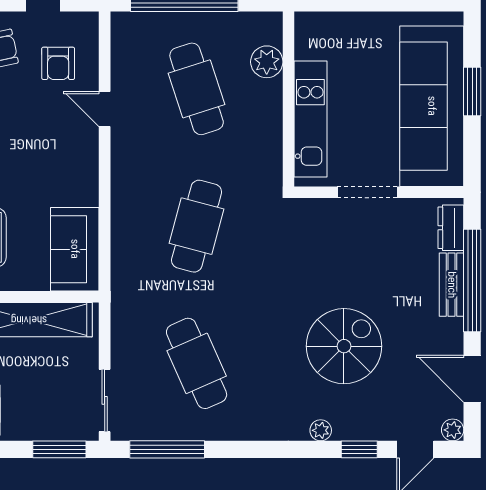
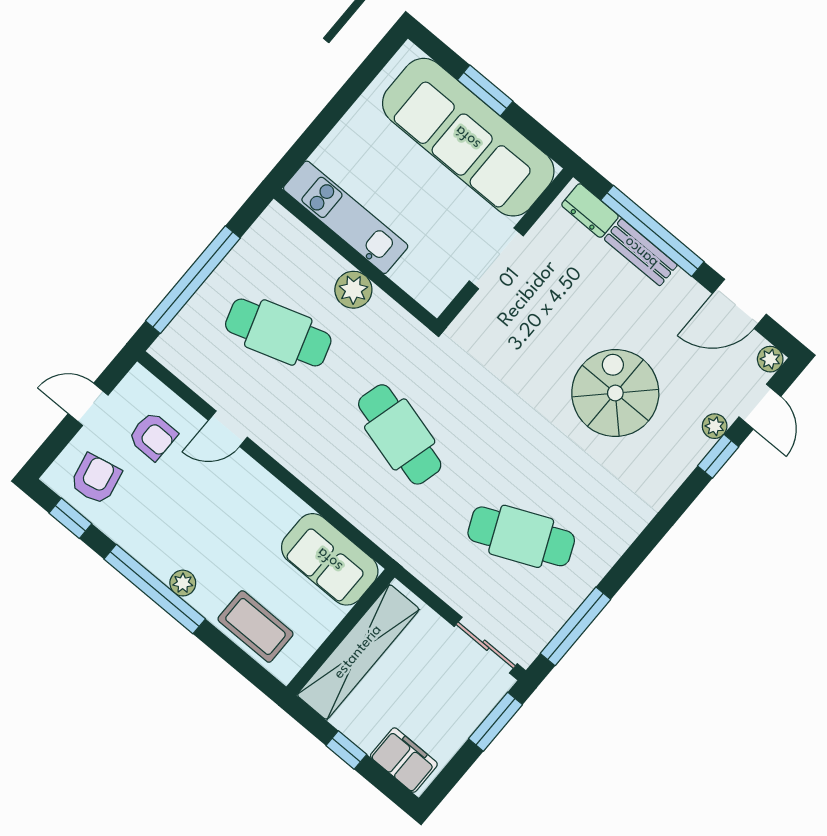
plant: (267, 62) -> (353, 290), moved
kitchen unit: (310, 119) -> (346, 217), moved
plant: (321, 430) -> (715, 426), moved

